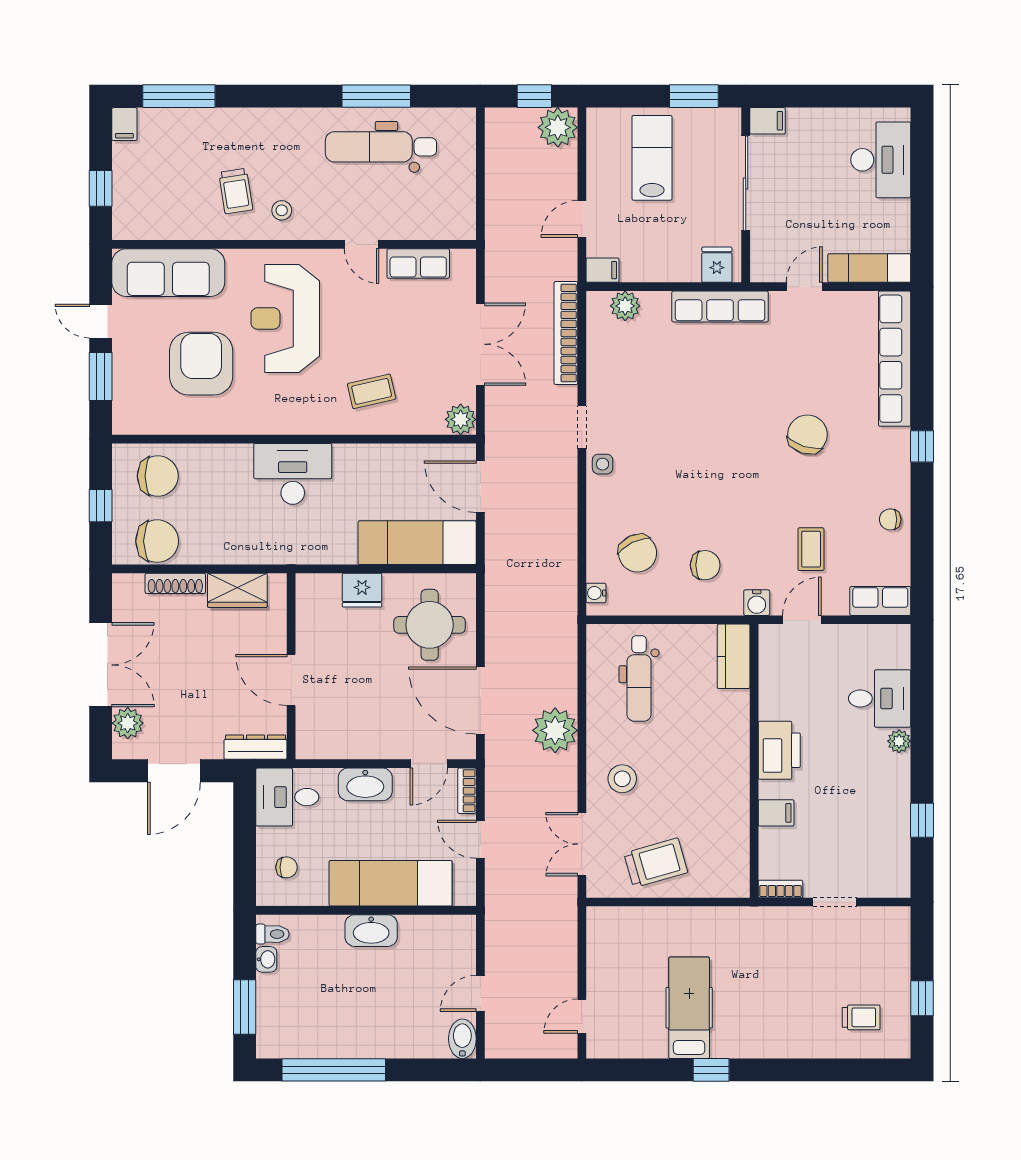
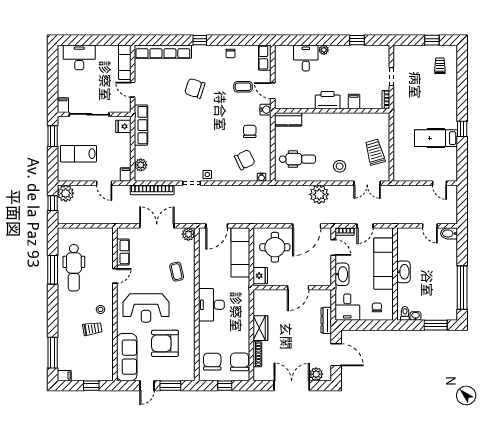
wall: (291, 666) -> (292, 288), moved
door: (291, 680) -> (298, 288), moved

